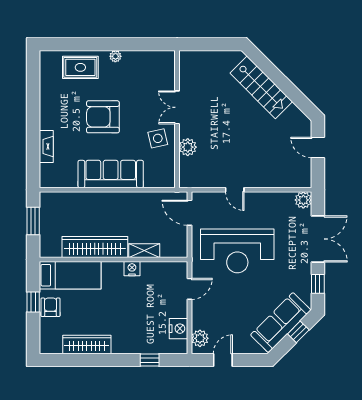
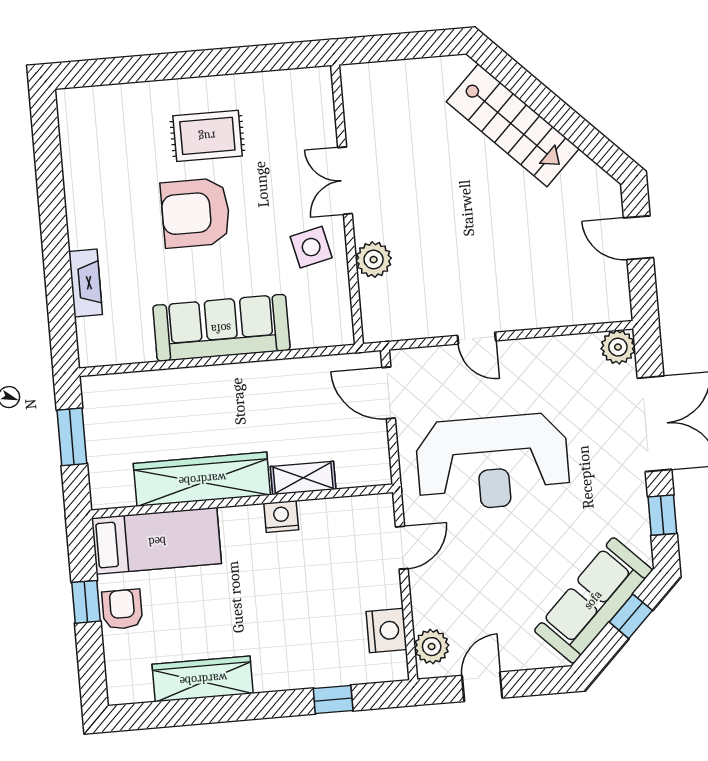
plant: (115, 56) -> (211, 87), removed
rug: (80, 67) -> (207, 136), moved

